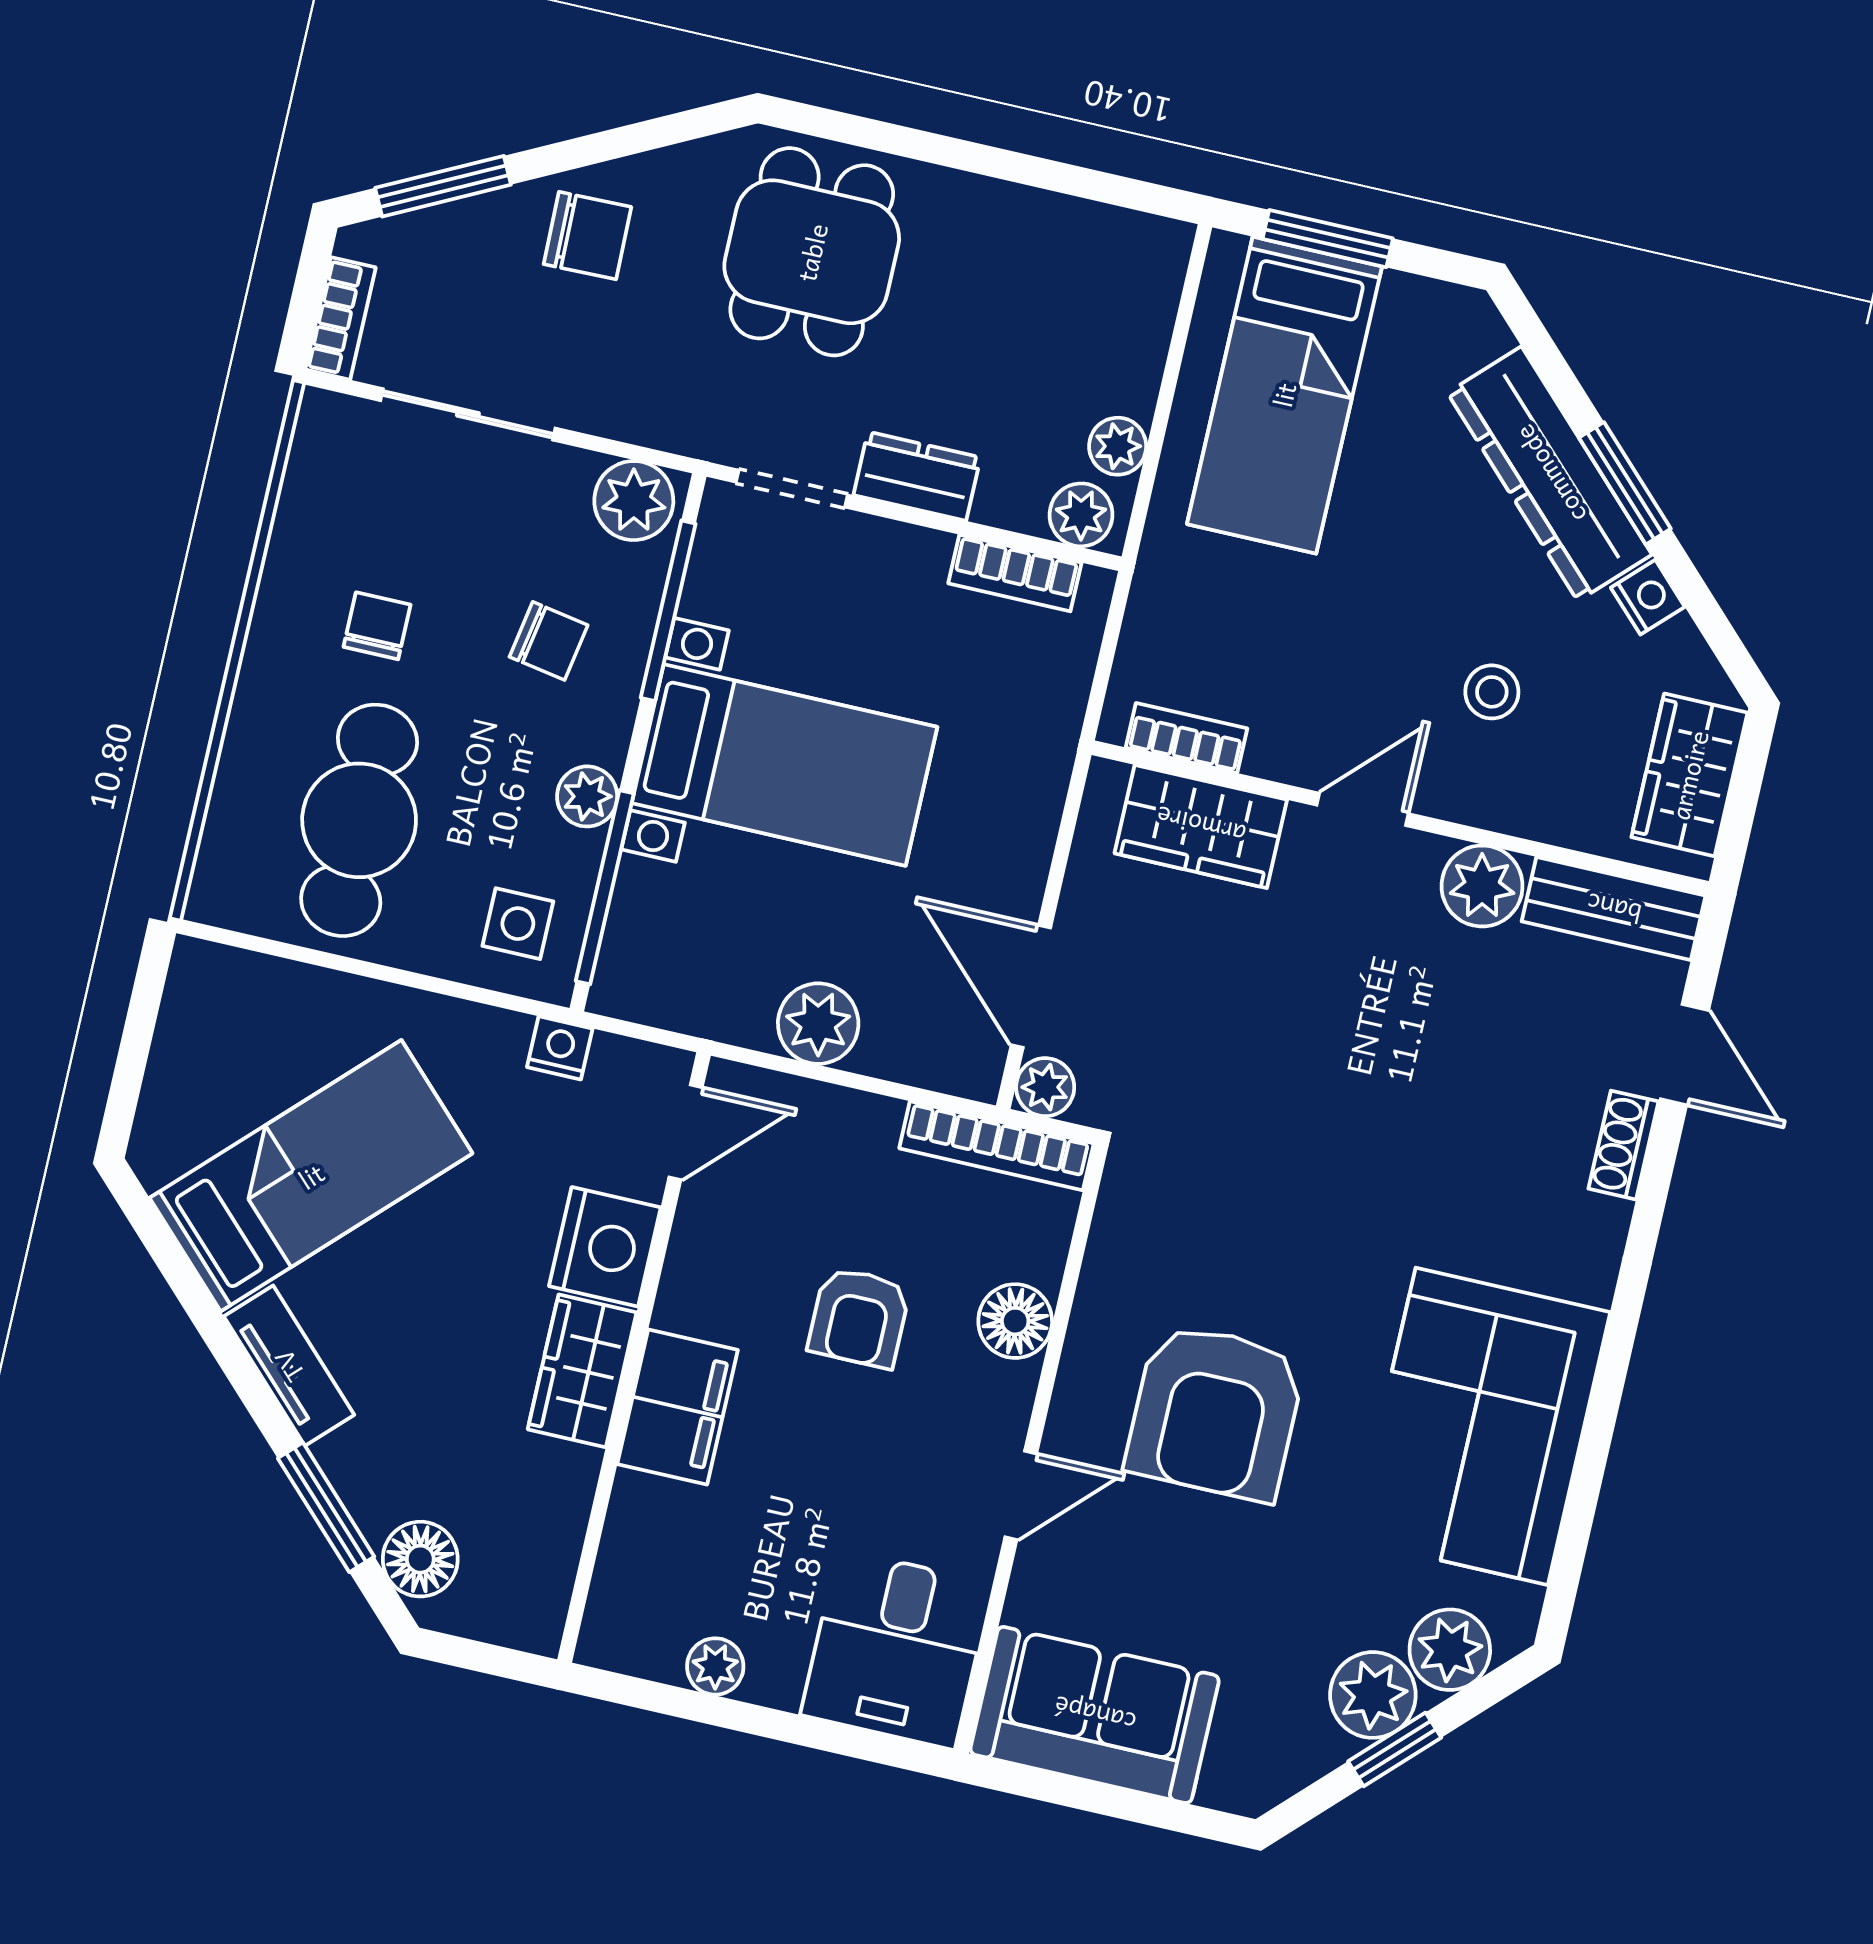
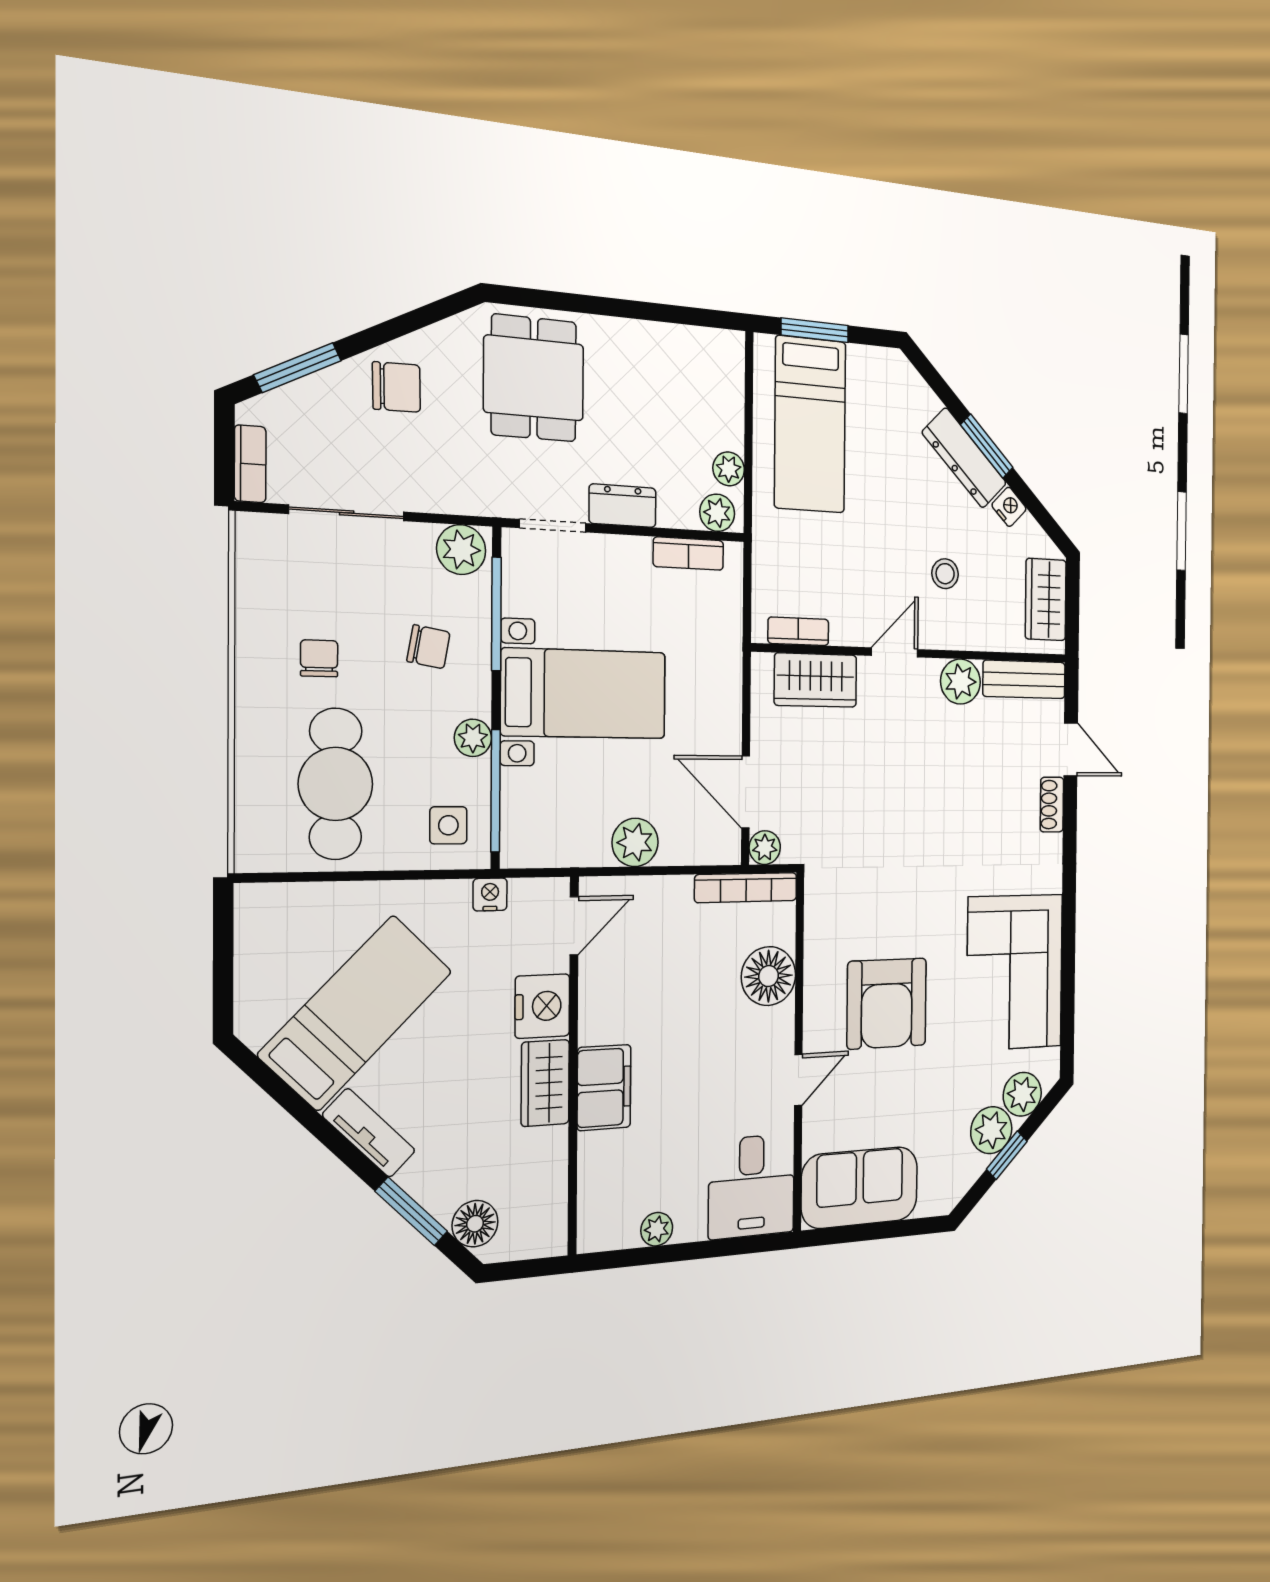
dresser: (1550, 474) -> (964, 458), width x0.73, depth x0.80
armchair: (859, 1317) -> (693, 1006), removed
floor lamp: (1015, 1321) -> (769, 976), width x1.38, depth x1.38

